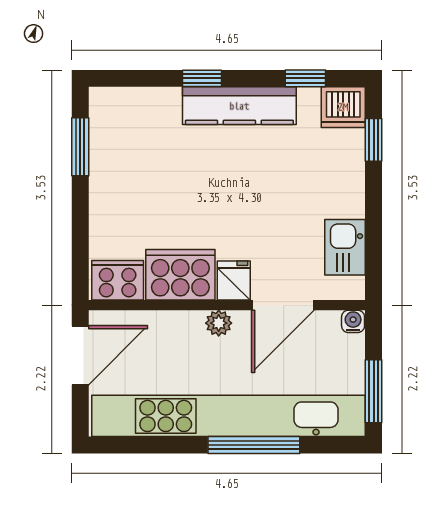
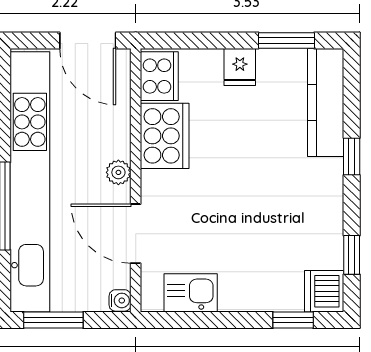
kitchen counter: (239, 106) -> (326, 103), moved
fridge: (234, 280) -> (240, 67), moved, turned 90

